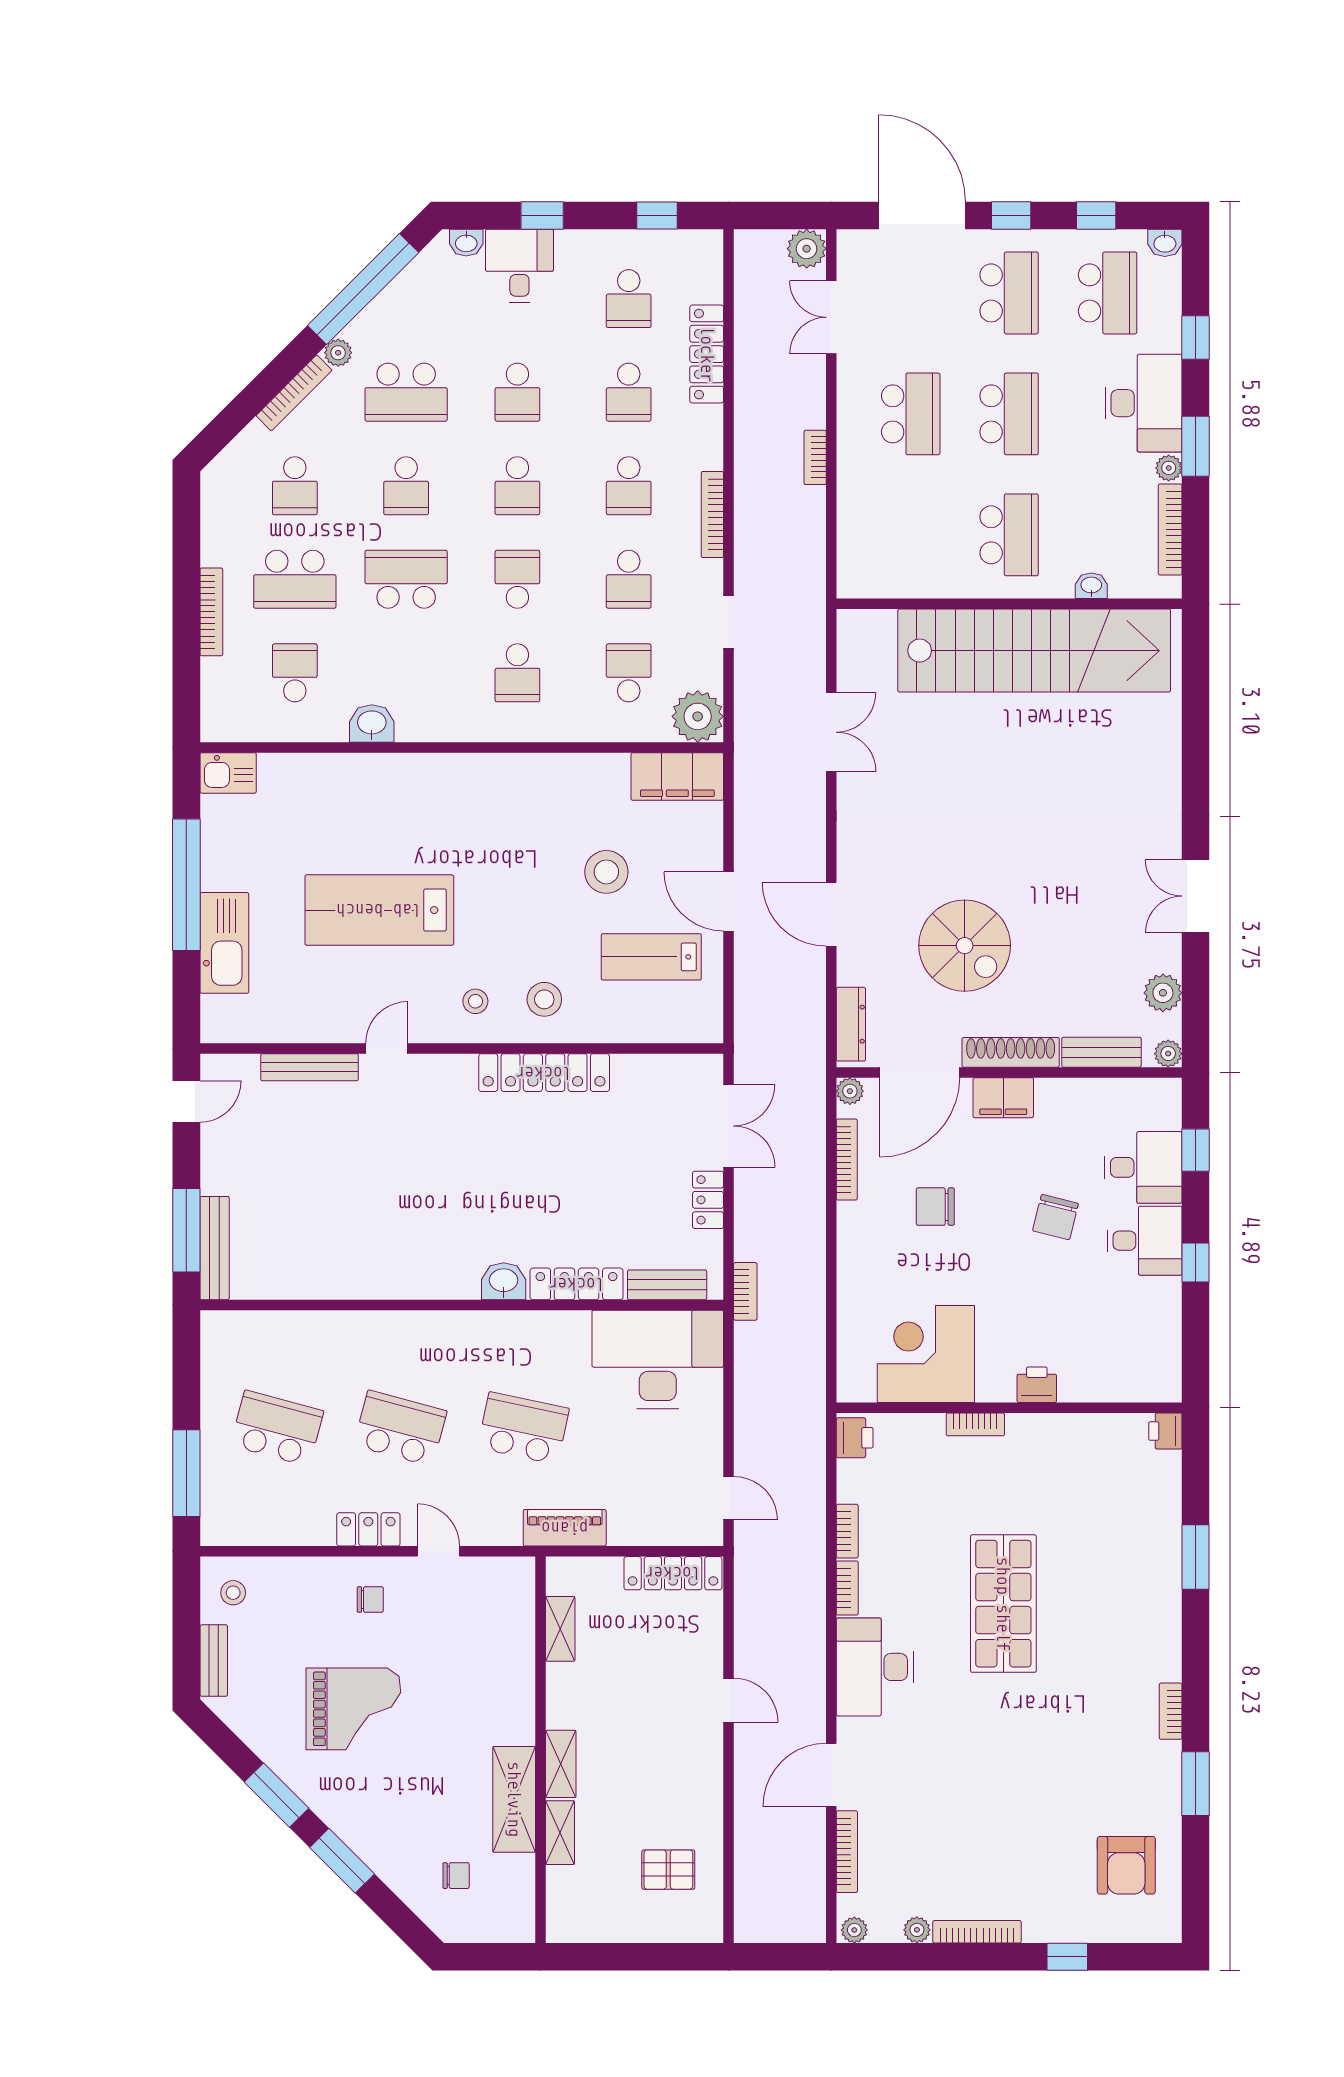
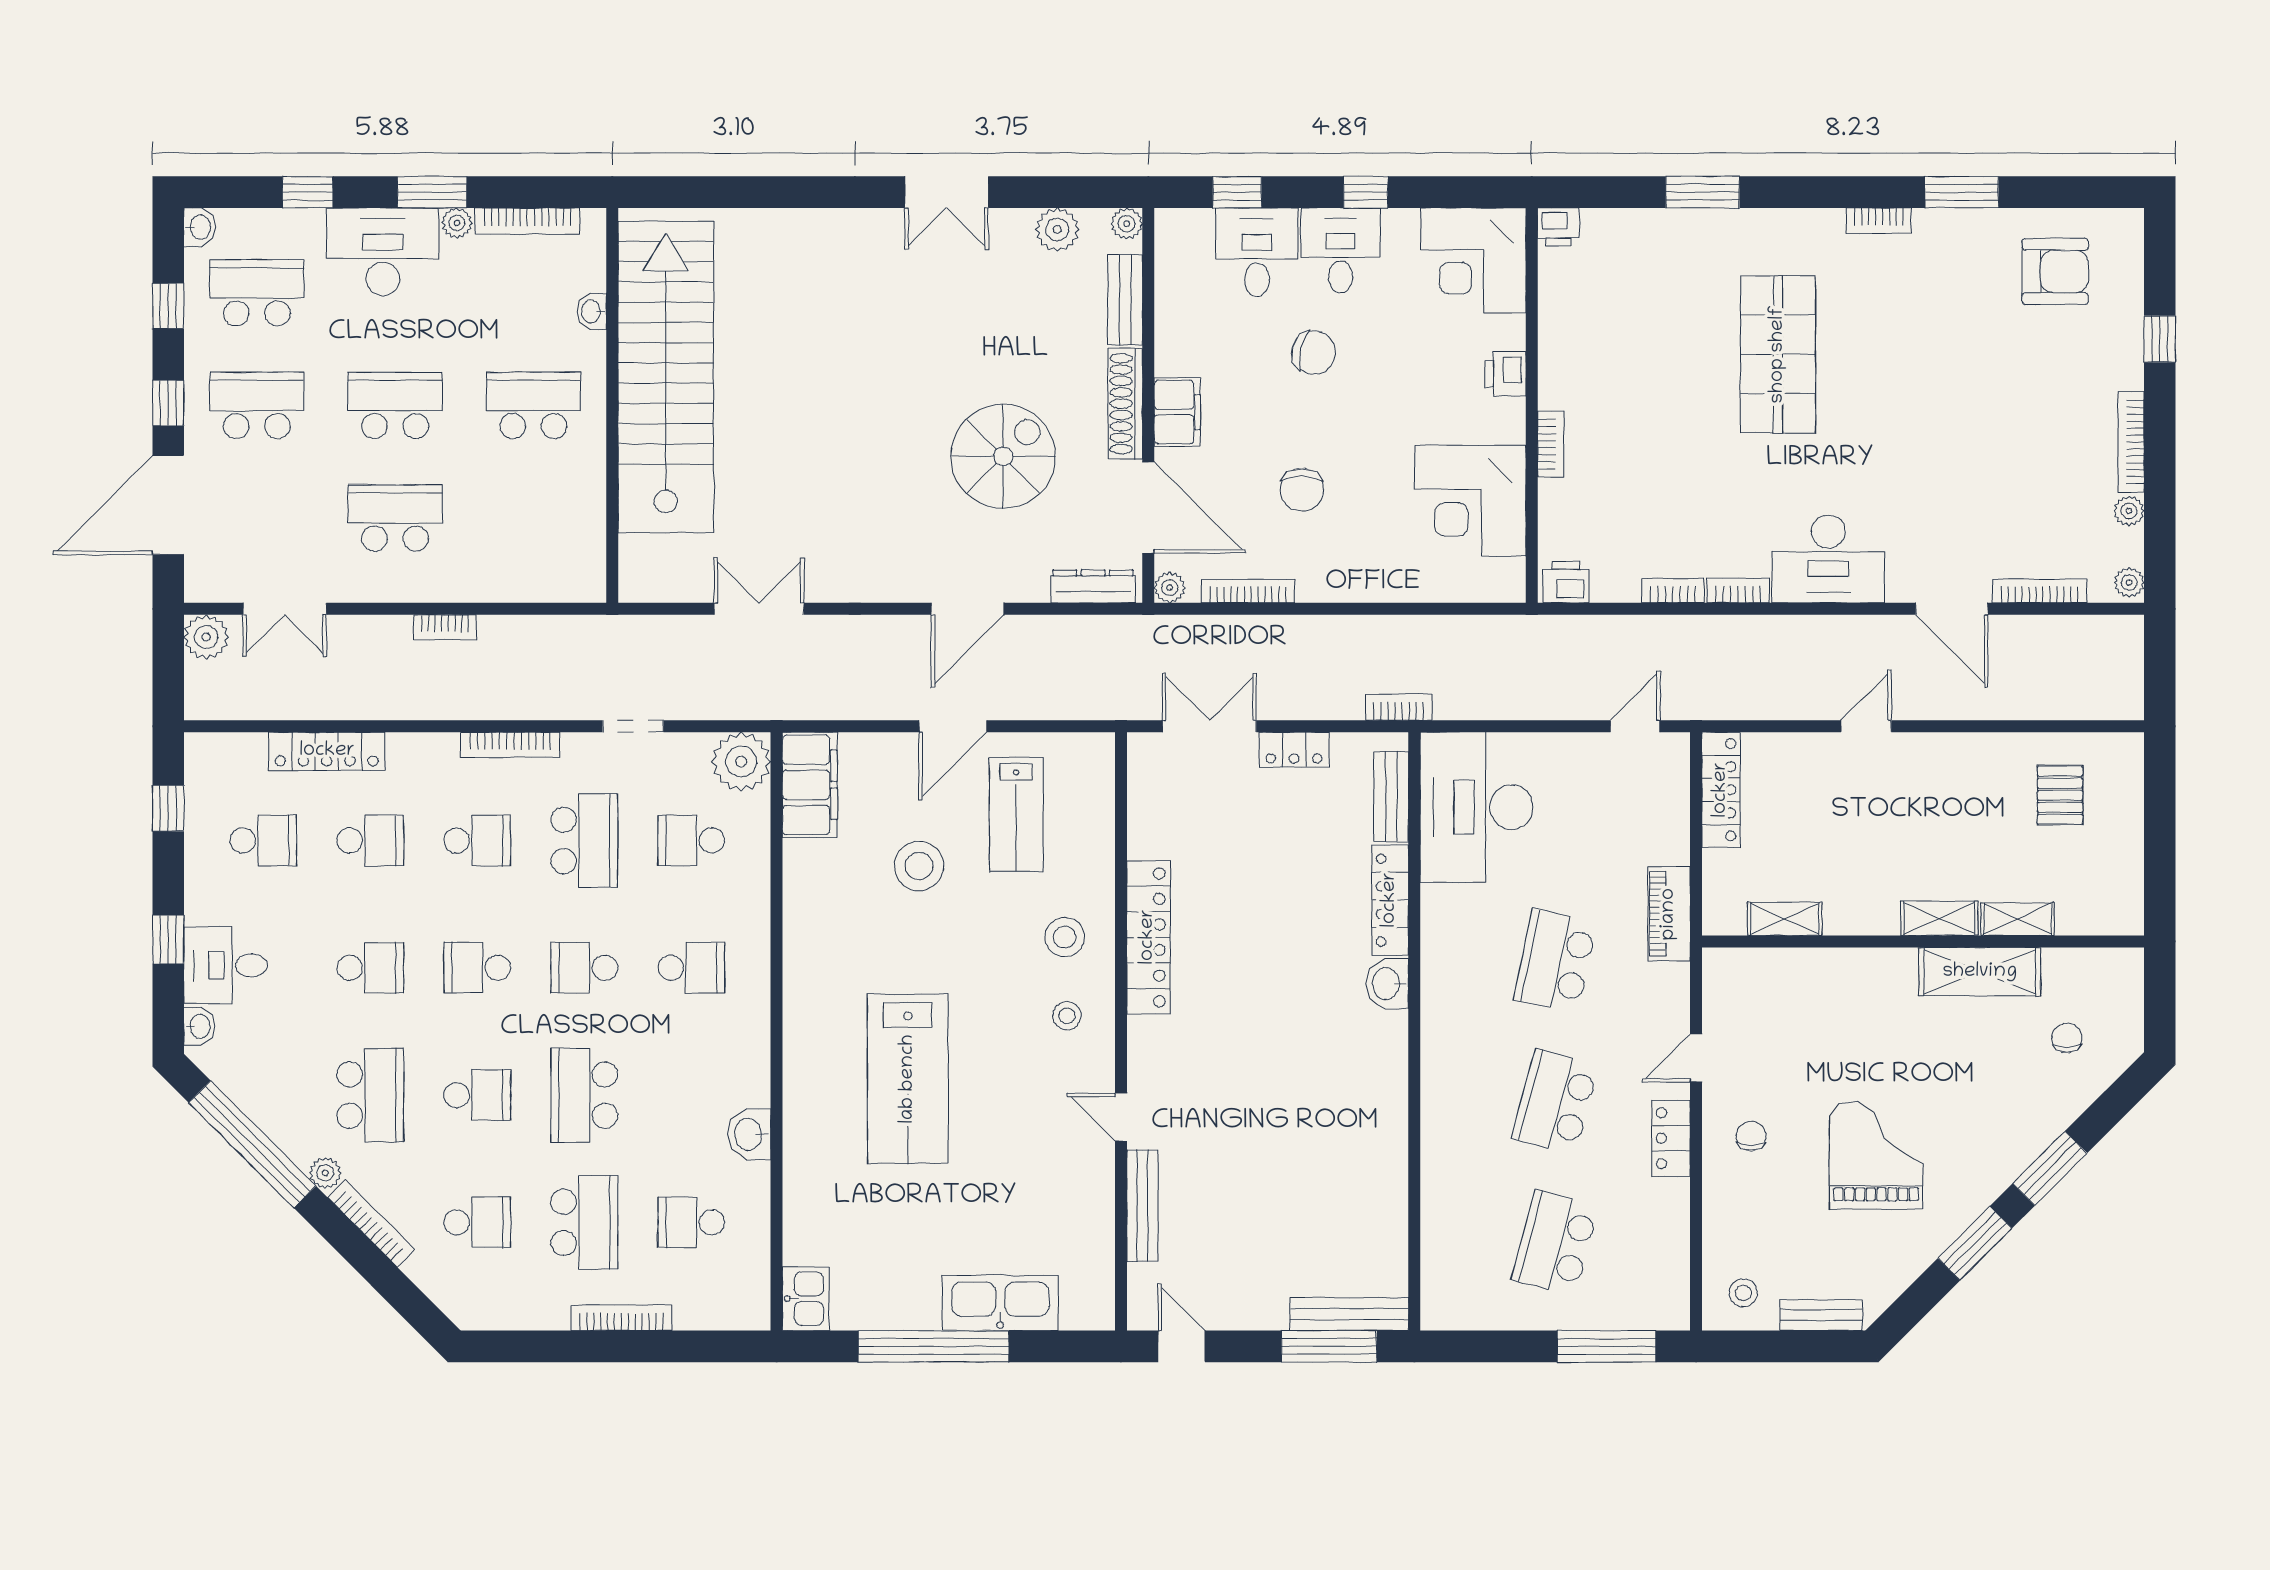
school desk: (517, 486) -> (477, 968), turned 180
school desk: (629, 579) -> (584, 840), width x1.85
lab bench: (379, 910) -> (908, 1079), moved
corner desk: (1136, 1357) -> (1473, 260), added
shop shelf: (1003, 1604) -> (1778, 354), moved, turned 90

